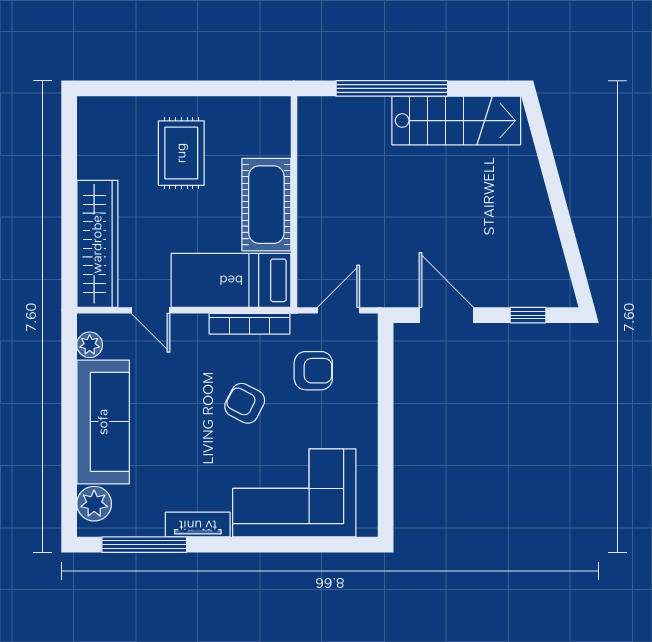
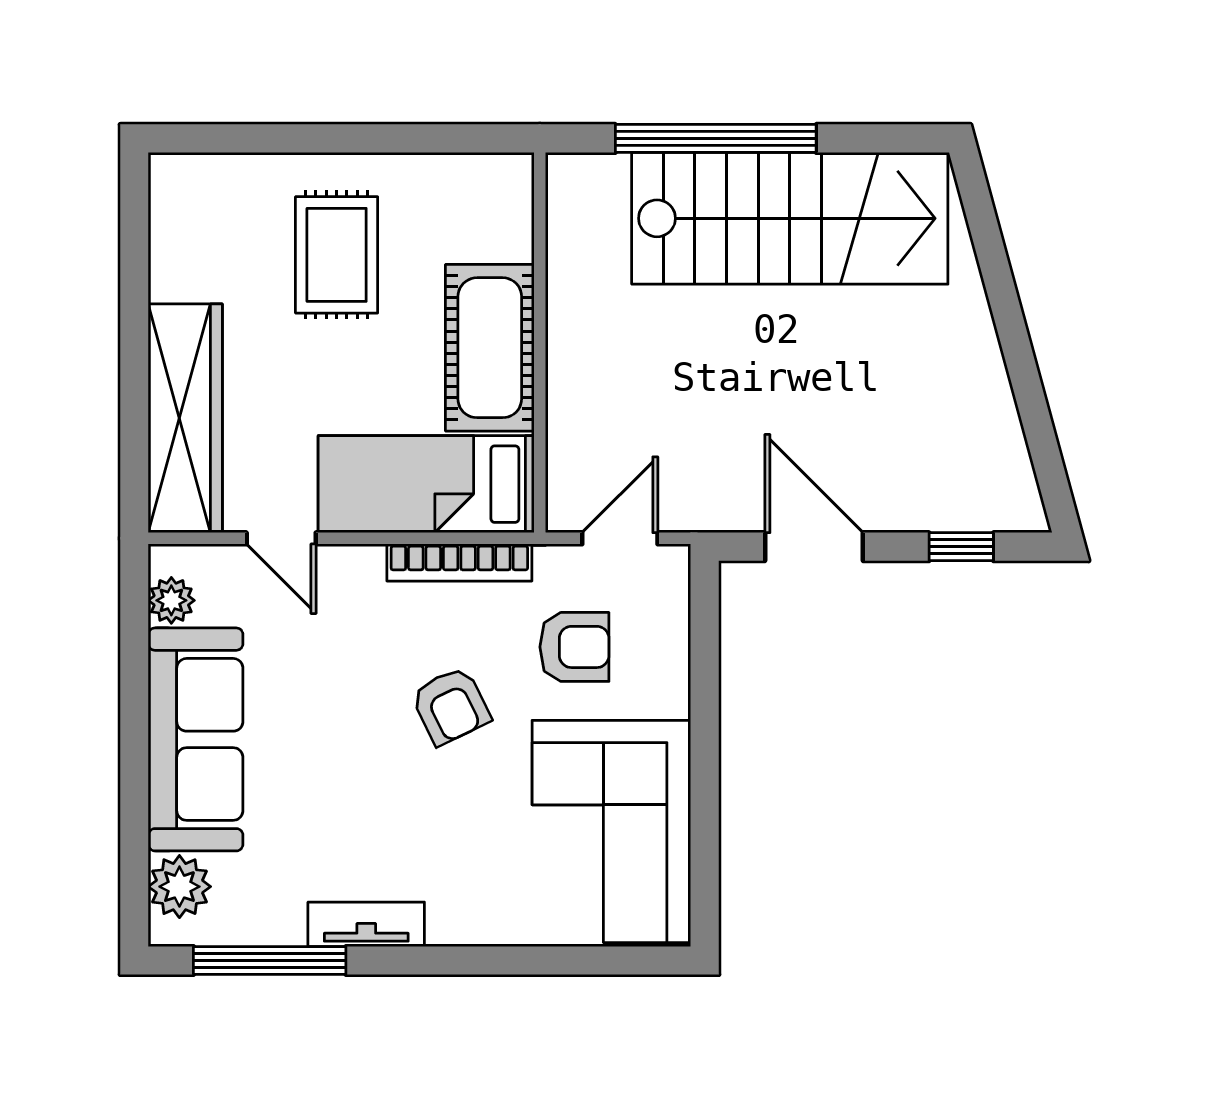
stairs: (456, 121) -> (790, 218), width x1.36, depth x1.51
armchair: (245, 403) -> (451, 706), turned -143
corner sofa: (294, 493) -> (611, 831), moved, turned -90

